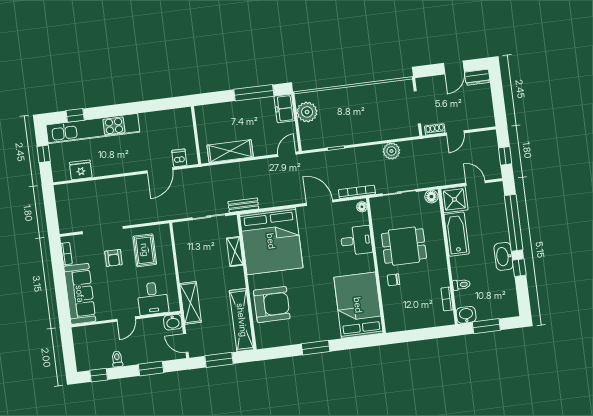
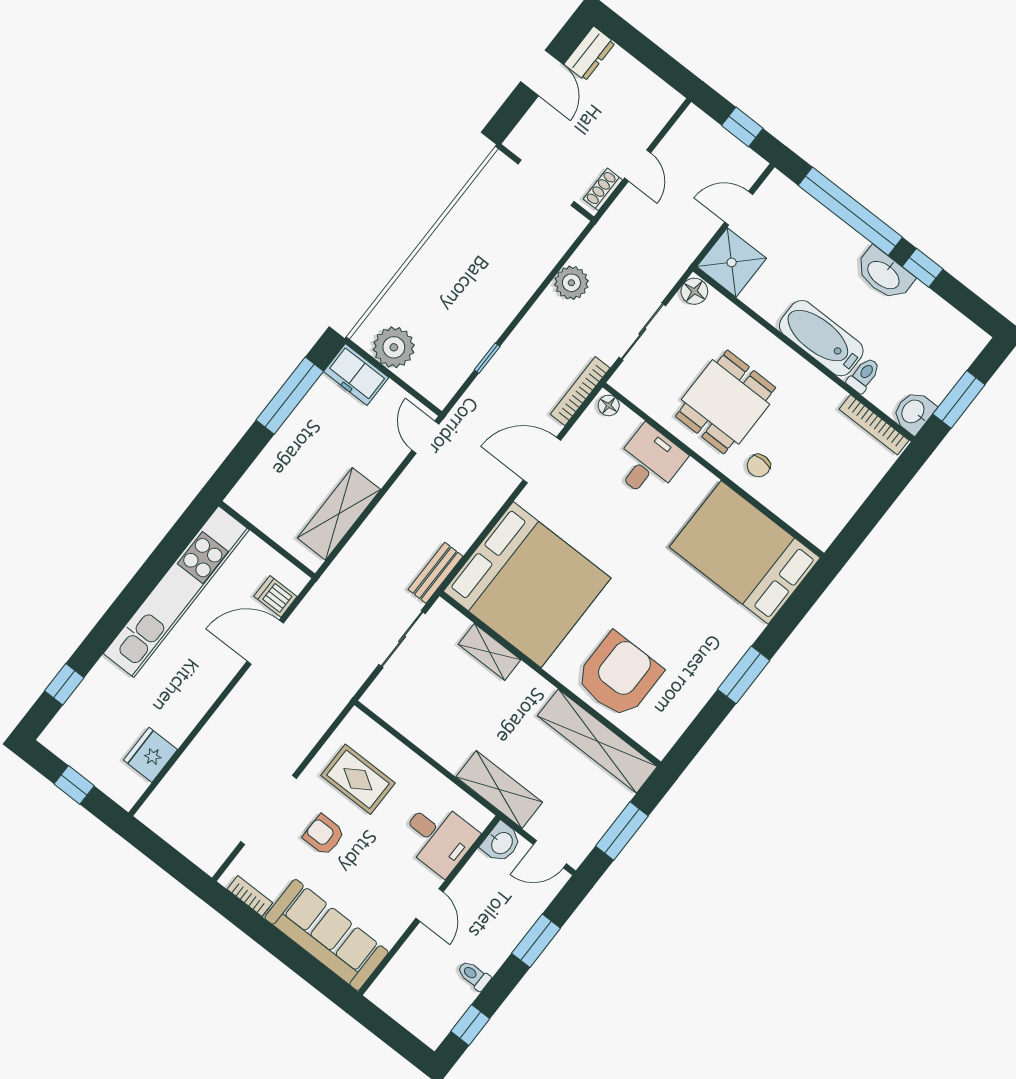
kitchen unit: (93, 129) -> (176, 592), moved
door: (160, 170) -> (265, 642), swing flipped
bathtub: (457, 234) -> (821, 338), moved
armchair: (114, 258) -> (324, 835), turned 180
bookcase: (447, 299) -> (874, 425), width x1.56

